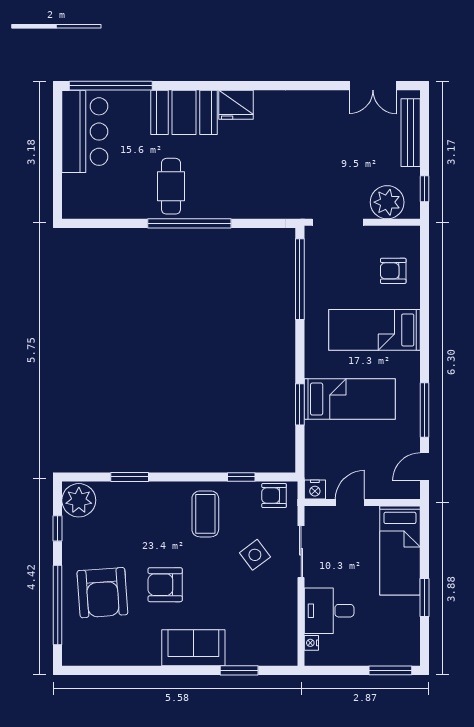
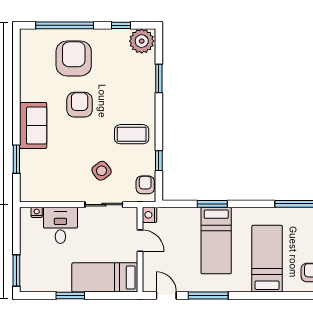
armchair: (102, 593) -> (74, 58), turned 94

